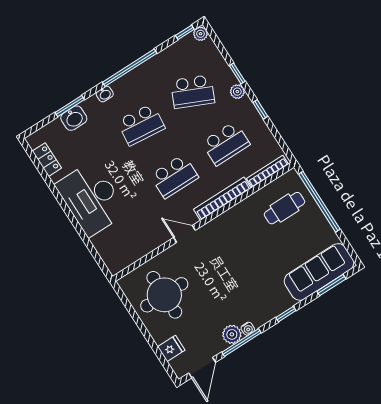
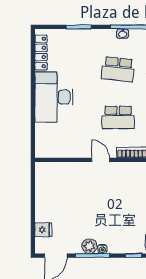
washbasin: (105, 94) -> (123, 34), moved
washbasin: (74, 118) -> (76, 37), removed
locker: (47, 160) -> (41, 52), width x1.53
round table: (164, 295) -> (61, 191), removed

